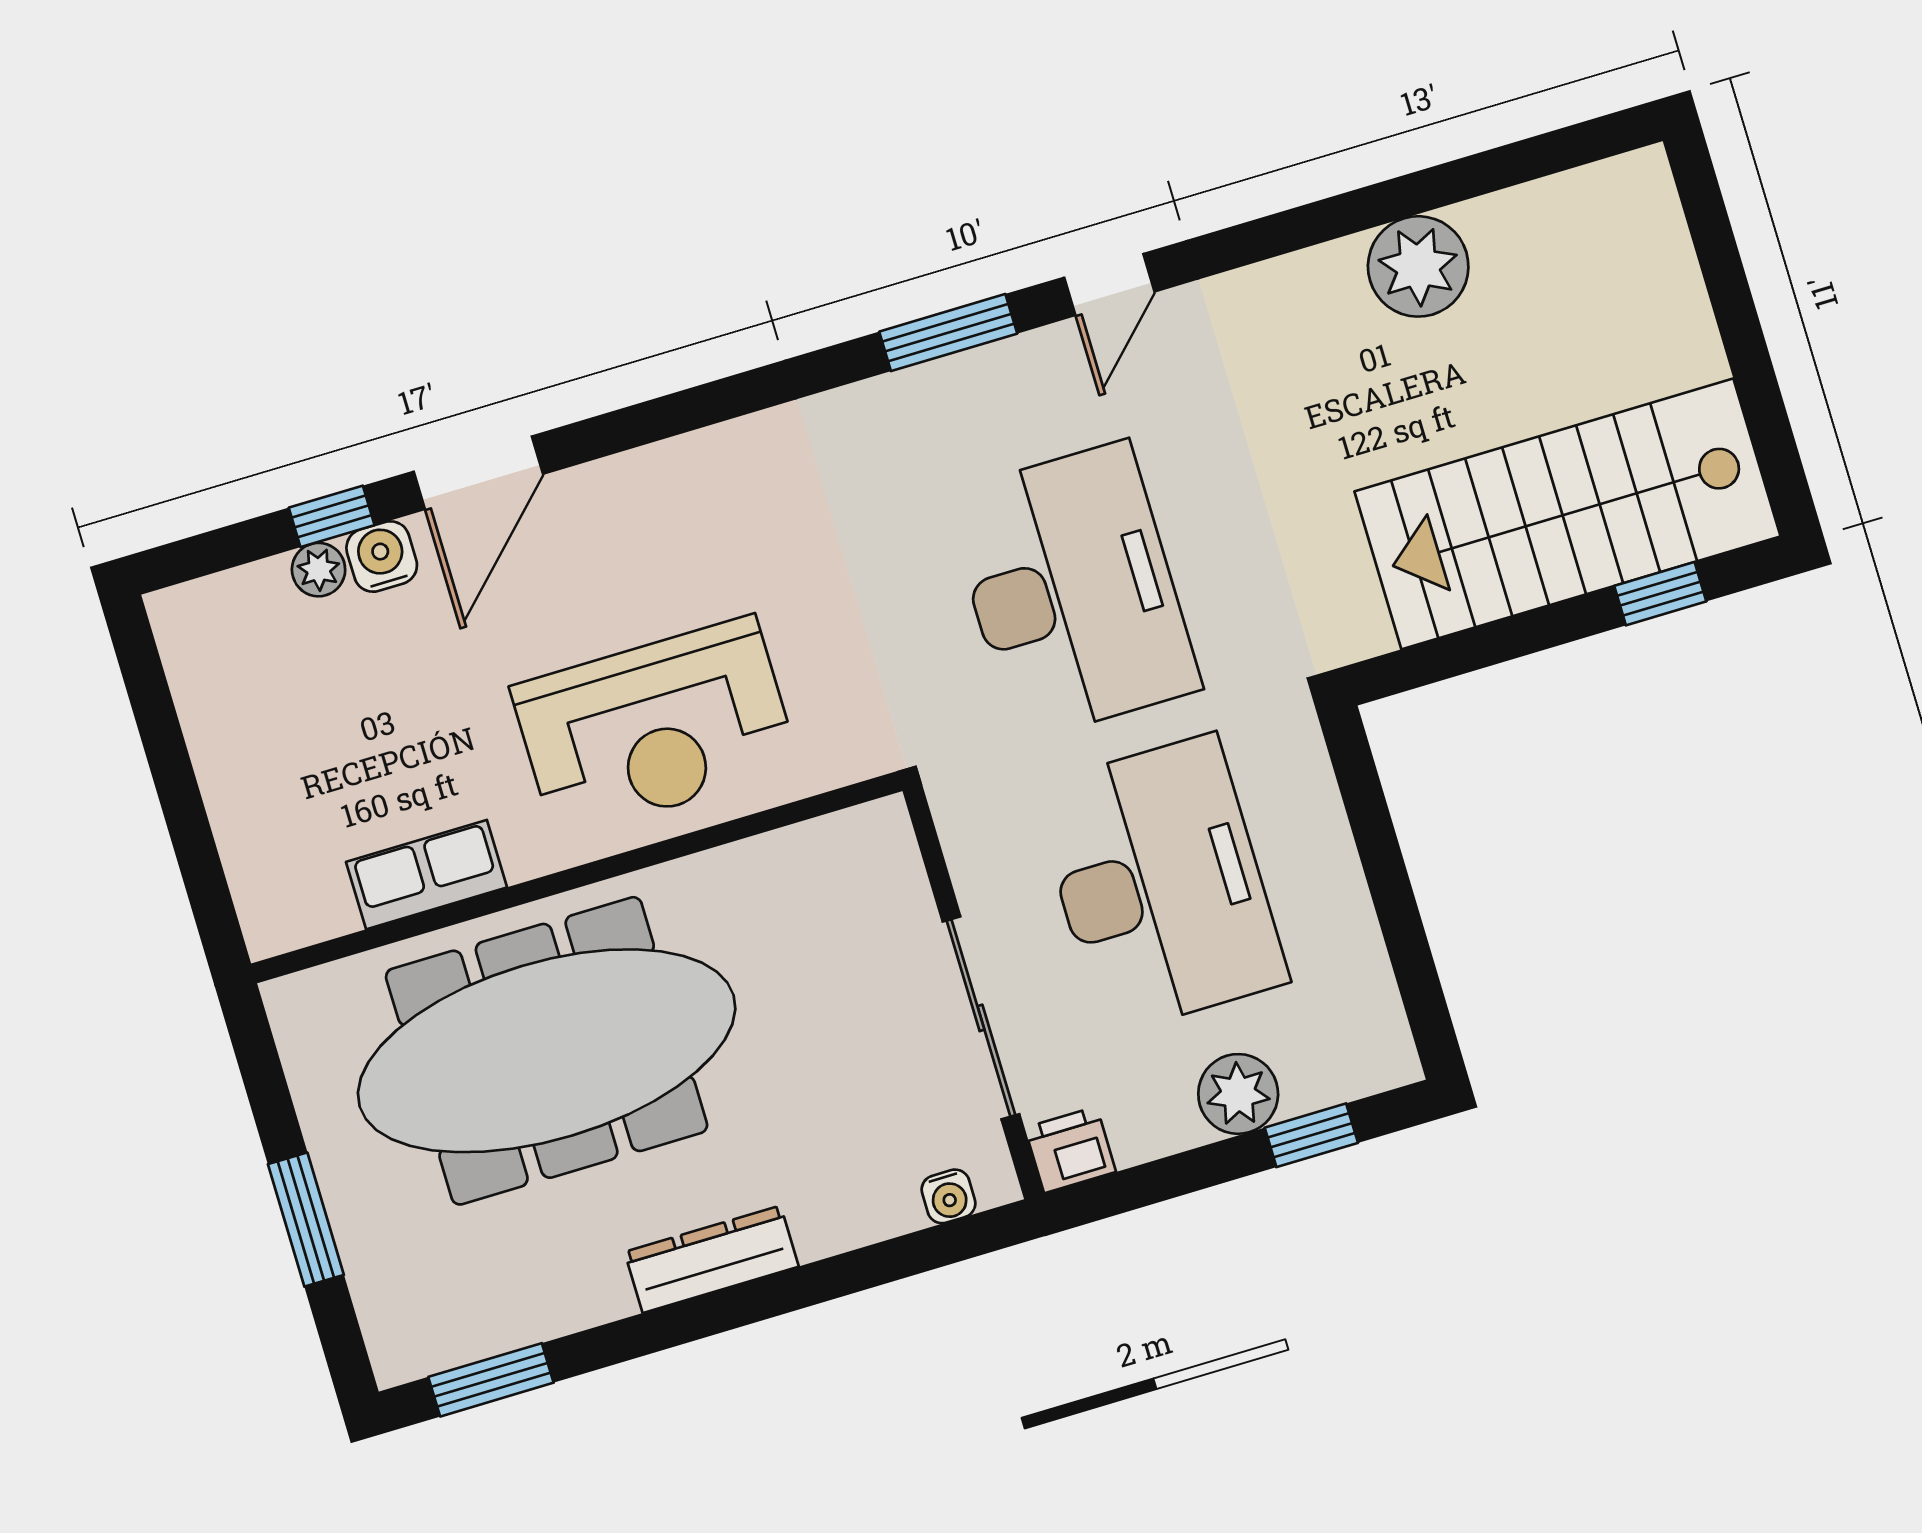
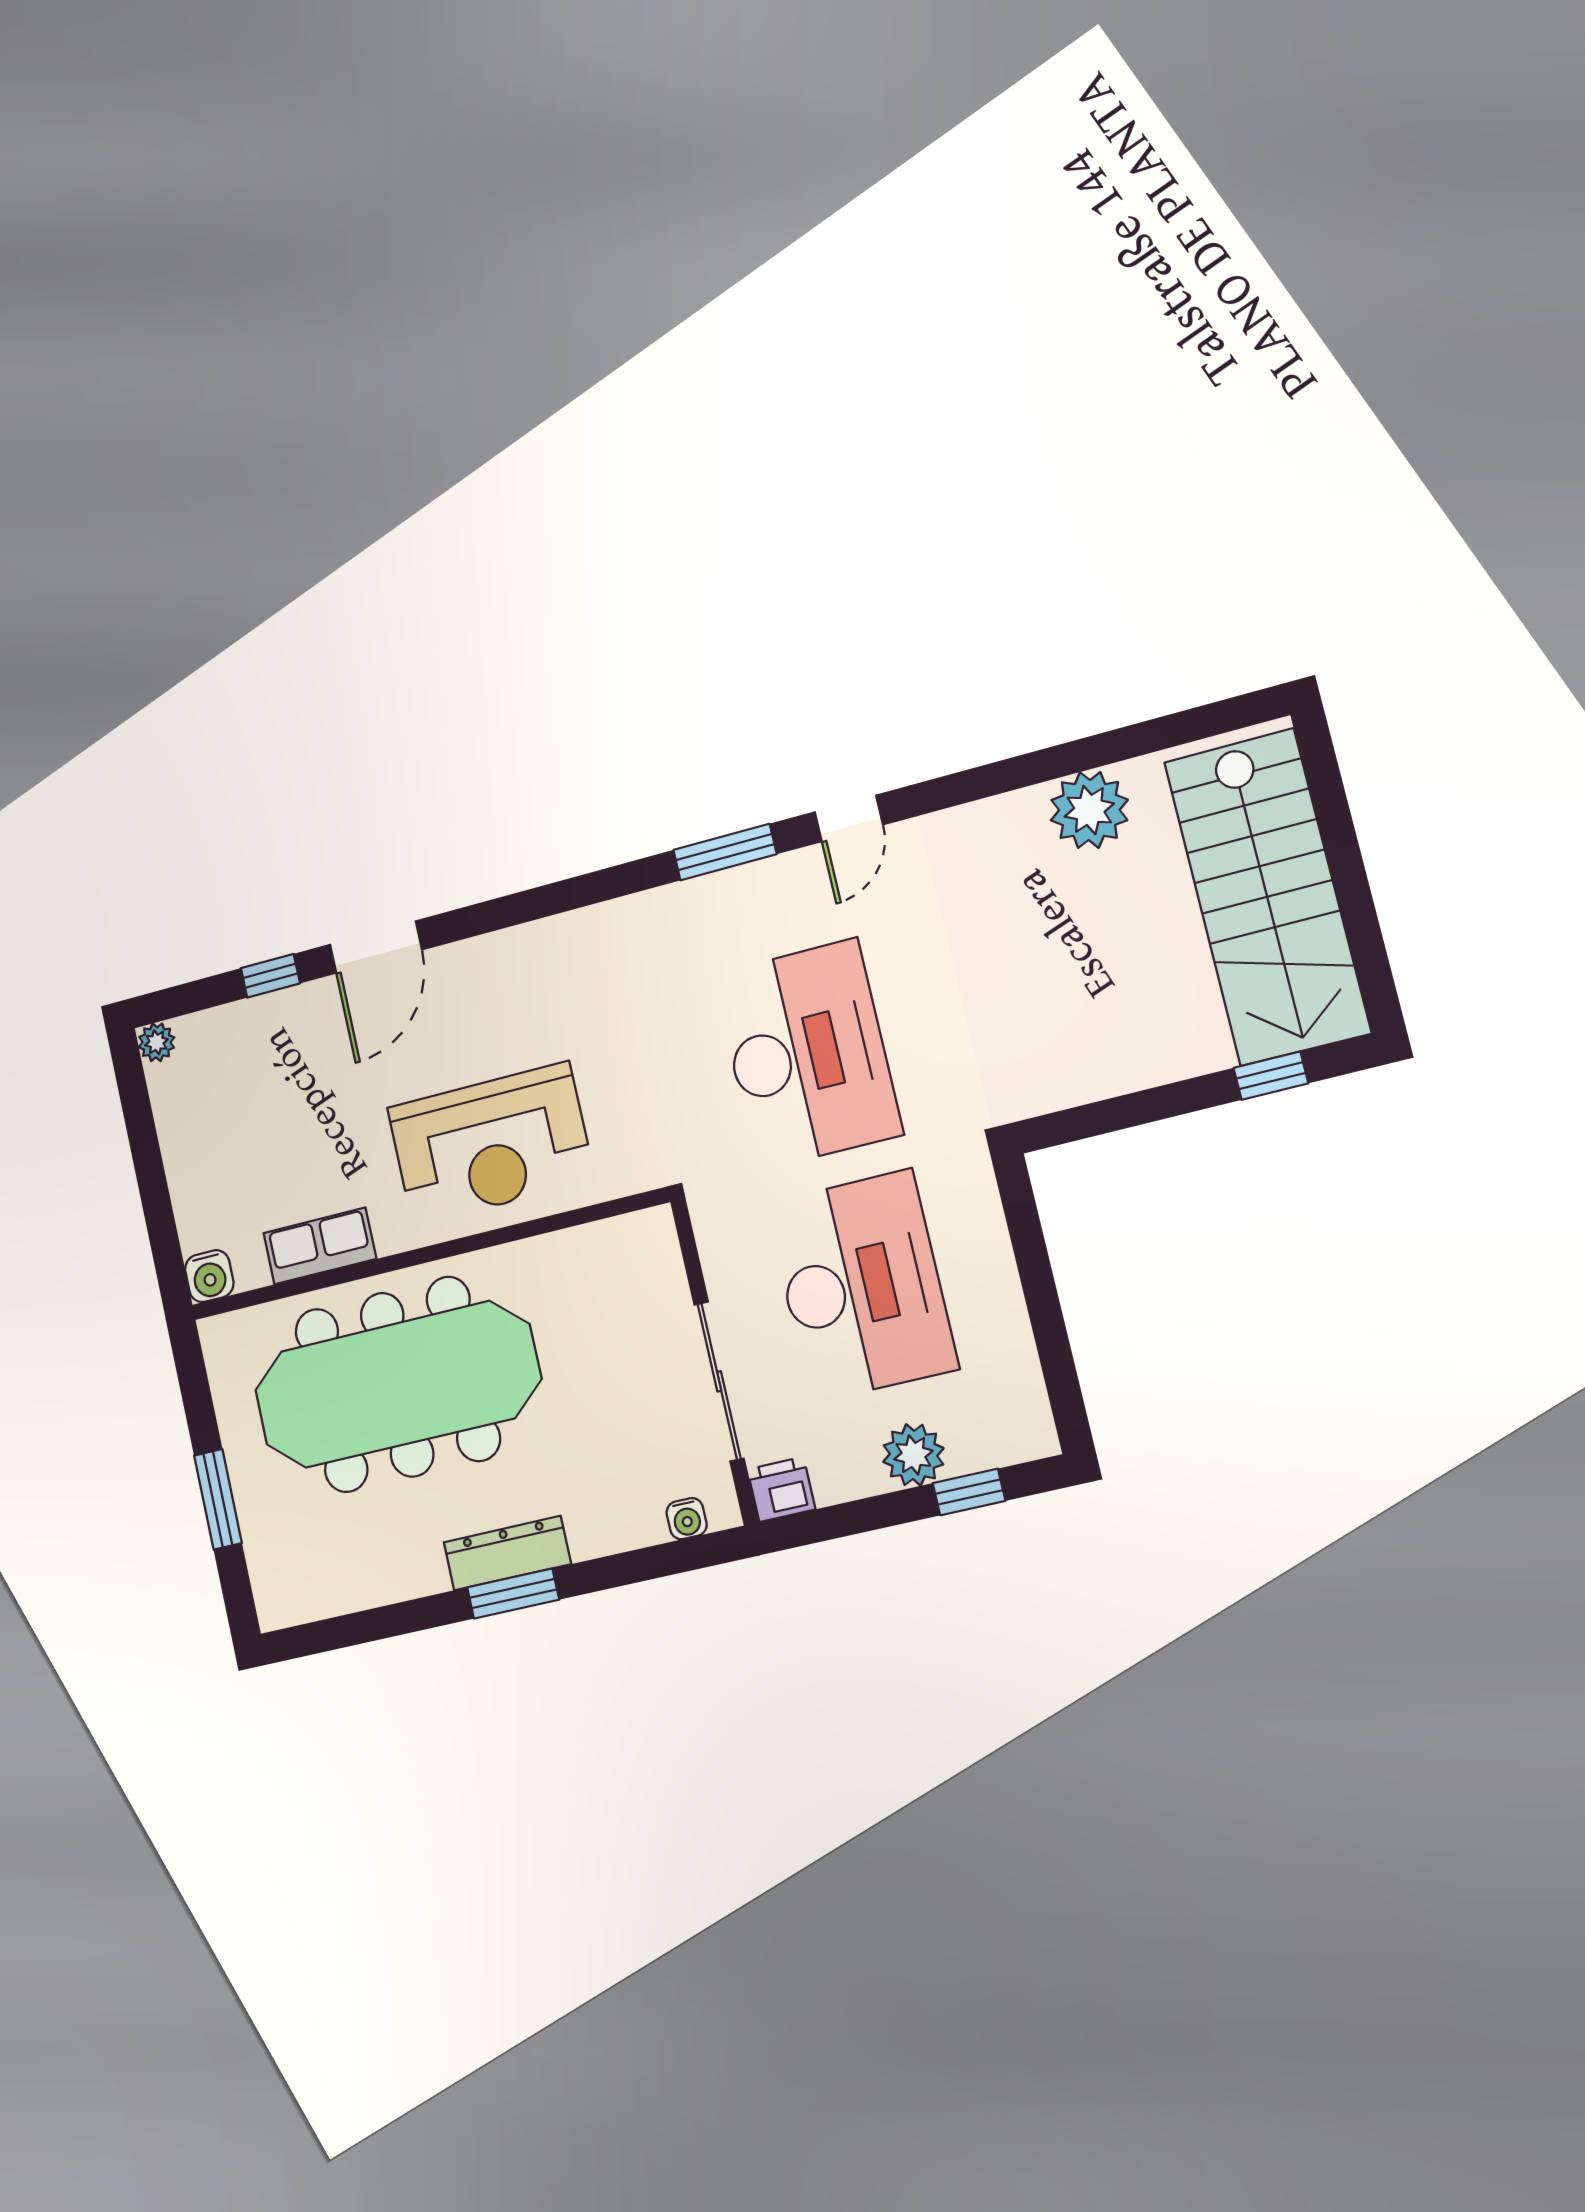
stairs: (1567, 514) -> (1267, 897), moved, turned -90
water cooler: (382, 557) -> (209, 1276), moved, turned 180
plant: (319, 570) -> (157, 1042), moved
window: (491, 1380) -> (513, 1594), moved

